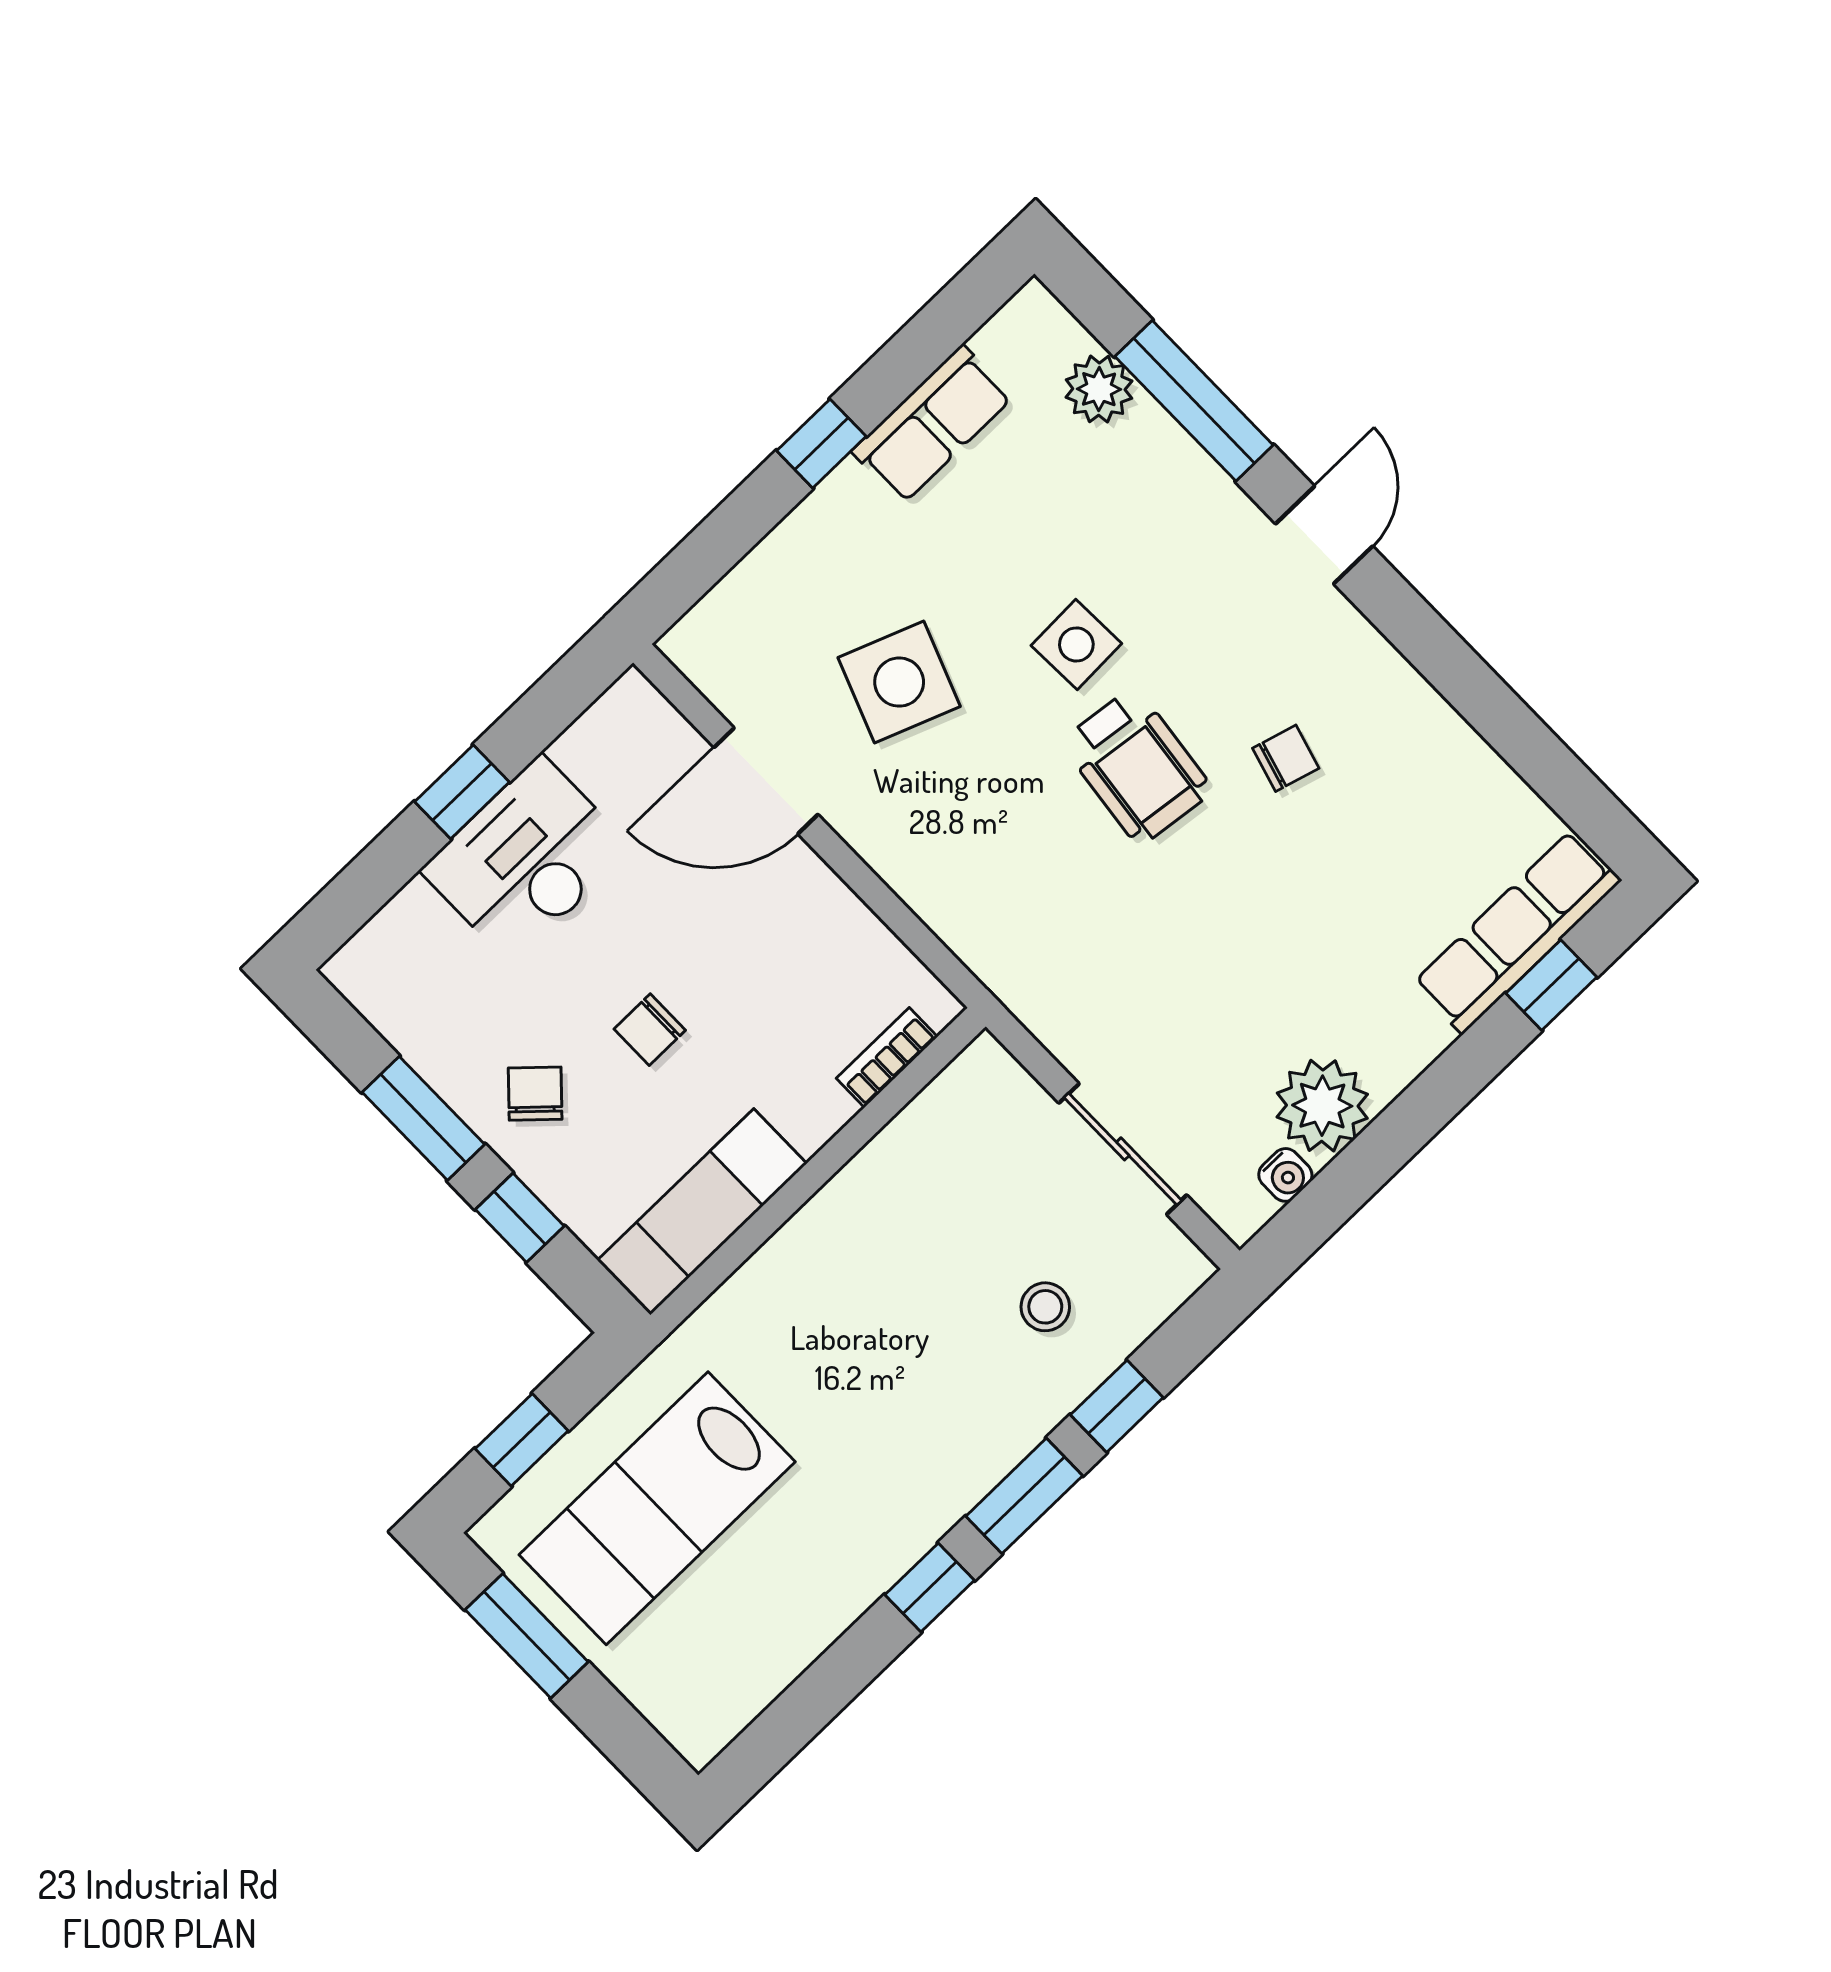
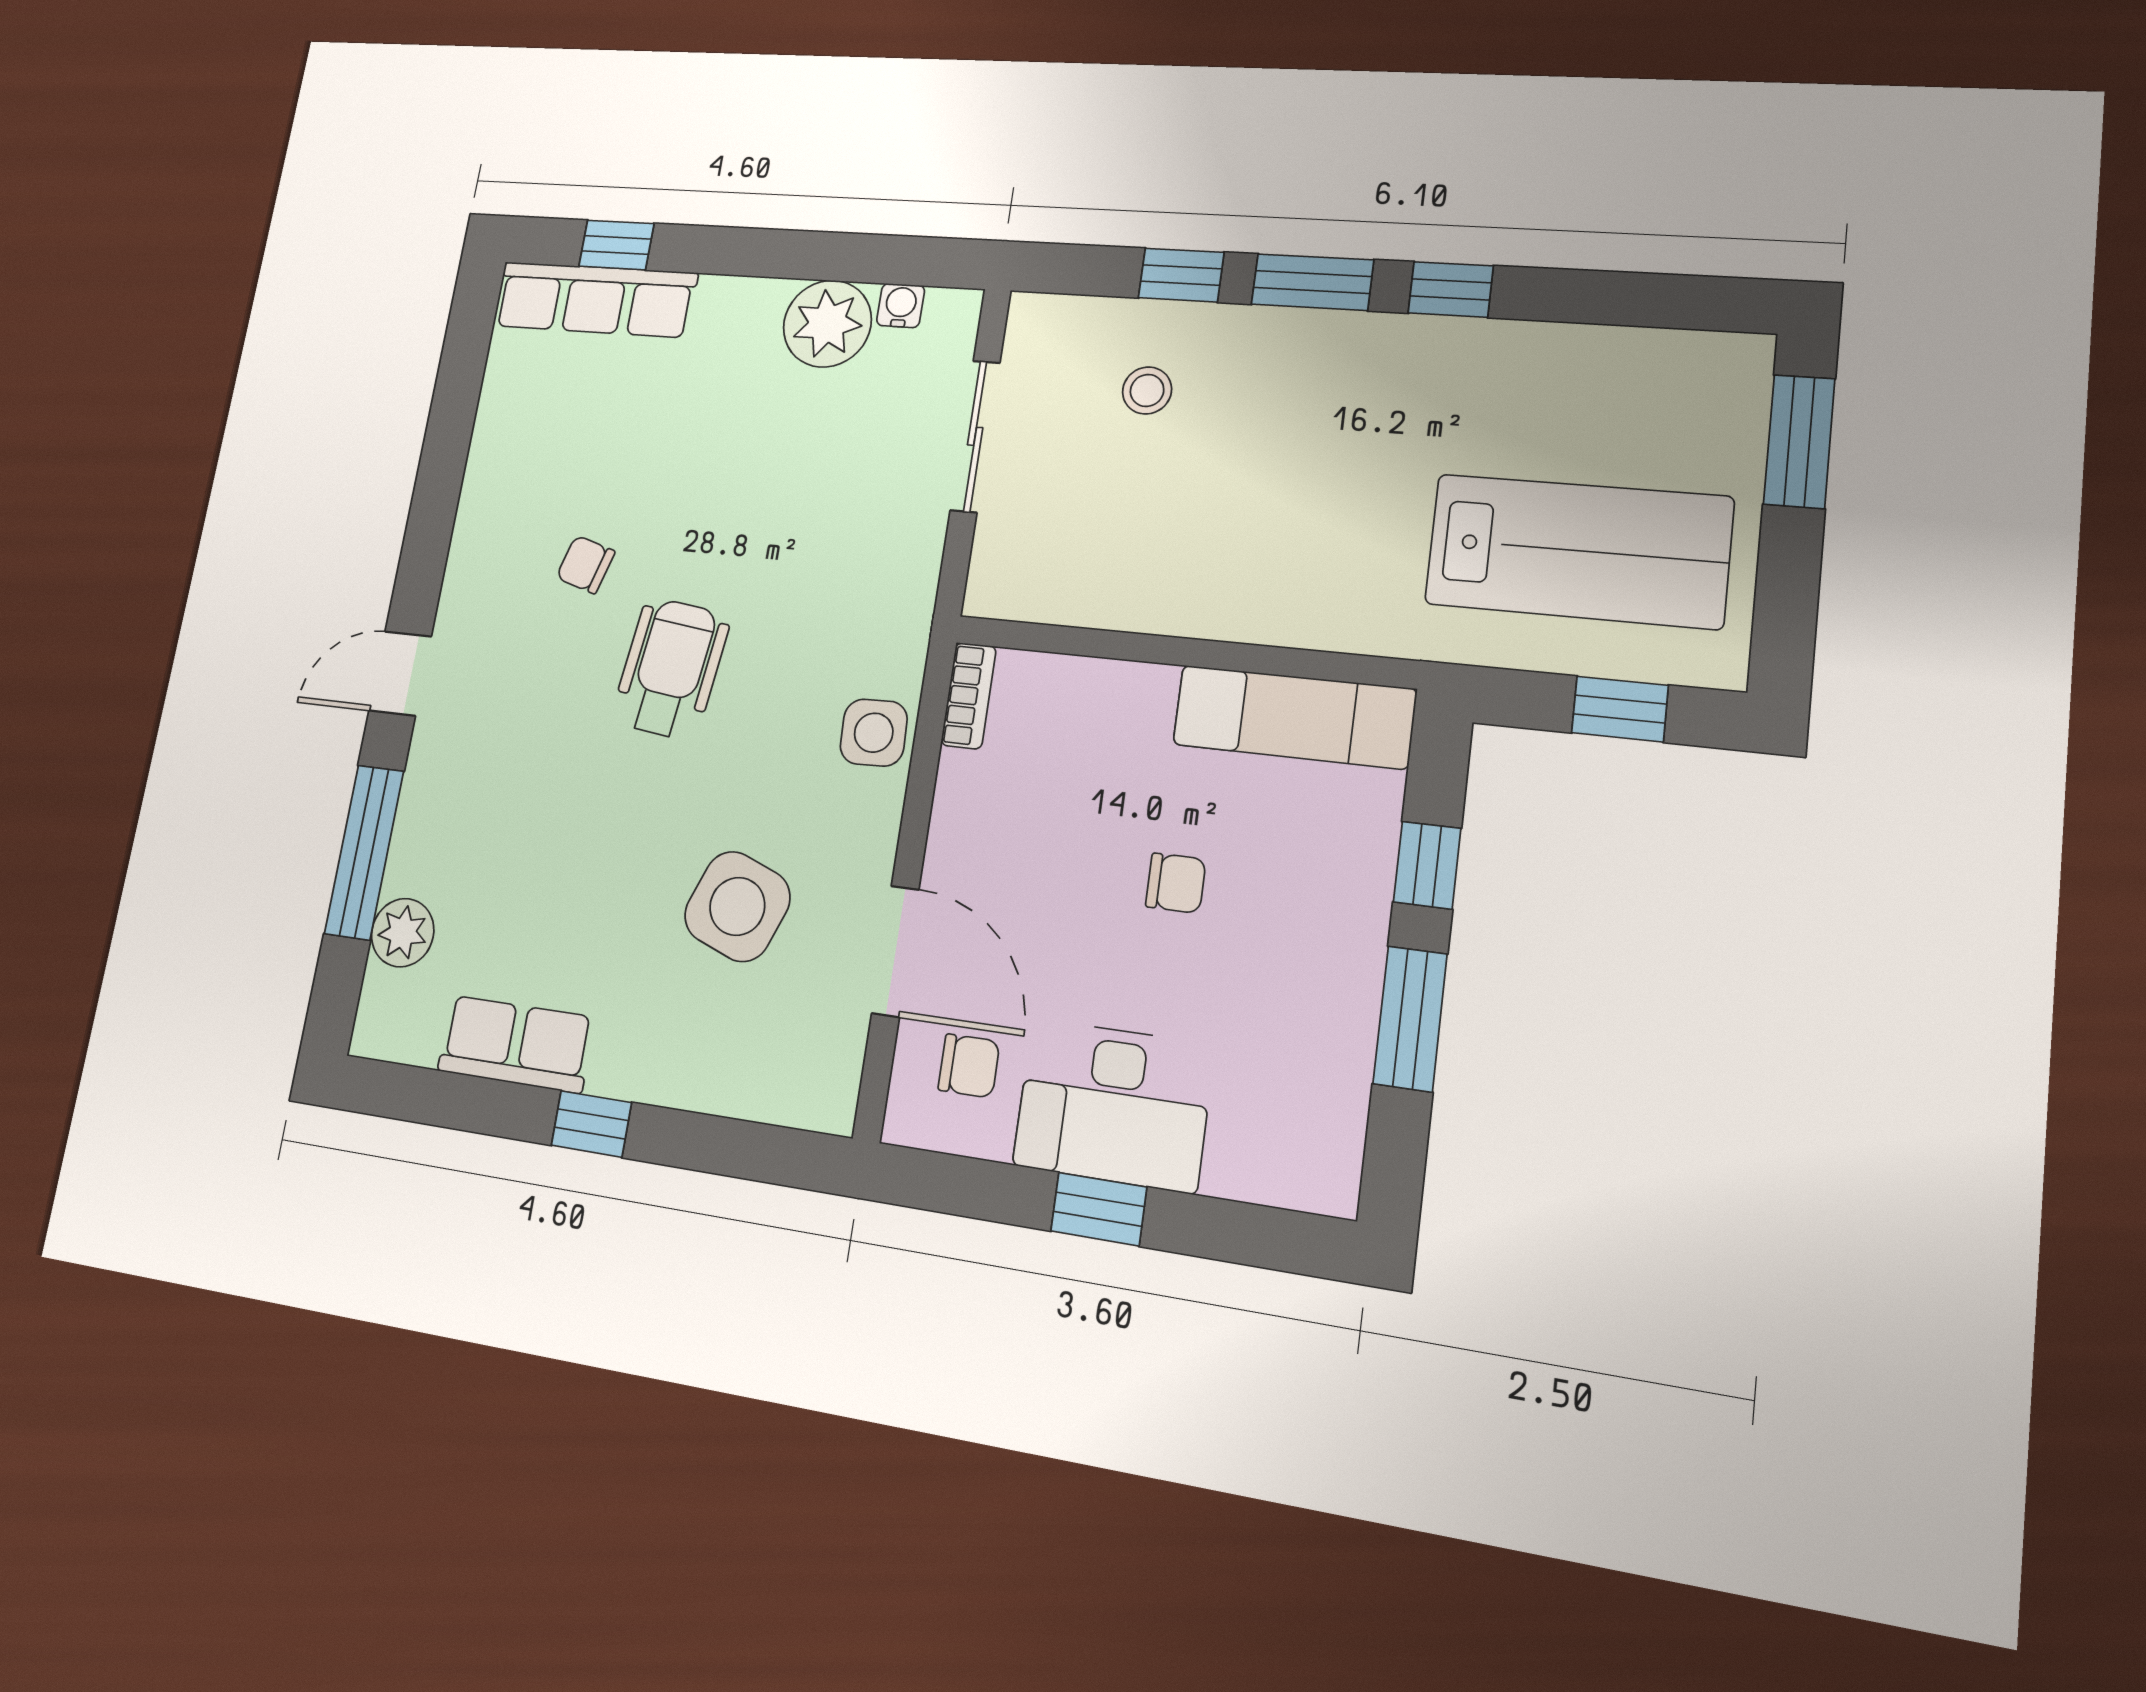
side table: (1076, 644) -> (874, 733), moved
bookcase: (887, 1058) -> (969, 696), moved, turned -90
chair: (535, 1094) -> (969, 1066), moved, turned -133
window: (527, 1636) -> (1799, 441), moved

